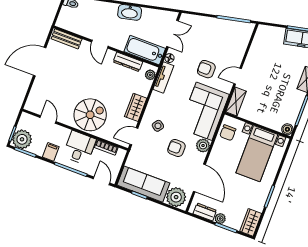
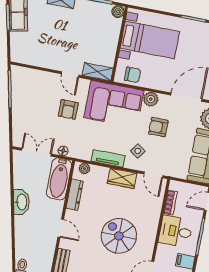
door: (100, 44) -> (61, 228), hinge flipped
tv unit: (163, 77) -> (108, 158), moved
spiral stairs: (90, 115) -> (119, 236), moved
armchair: (176, 148) -> (158, 127), turned 90

